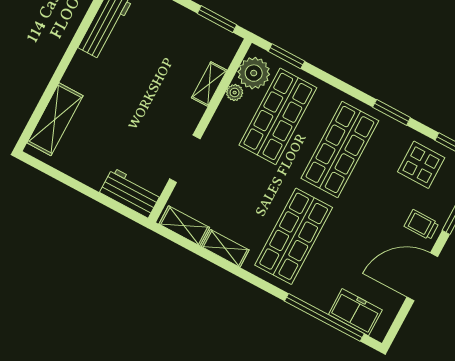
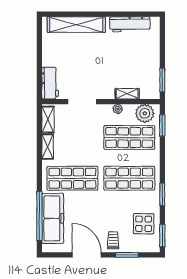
plant: (235, 93) -> (118, 109), moved
shelving: (55, 119) -> (76, 25), width x1.47
freezer: (355, 312) -> (53, 218), width x1.91, depth x1.26

